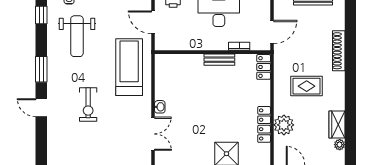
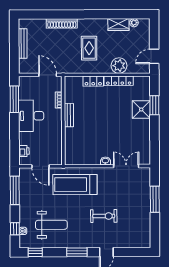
door: (153, 22) -> (41, 166), hinge flipped
locker: (264, 67) -> (93, 81), moved

